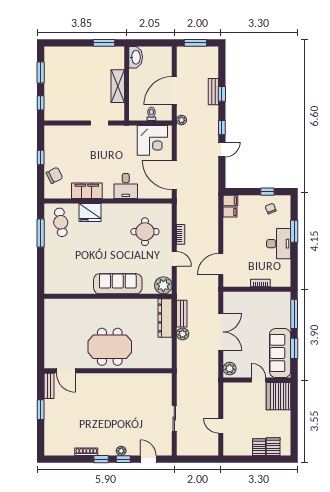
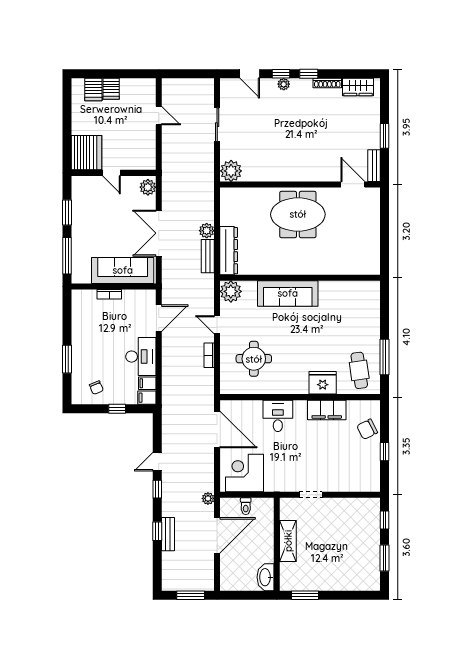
window: (267, 192) -> (117, 409), moved
desk: (279, 244) -> (141, 357), moved, turned 180
sofa: (280, 353) -> (123, 270), moved, turned -90
plant: (163, 382) -> (231, 171), added
wardrobe: (62, 449) -> (358, 87), added

